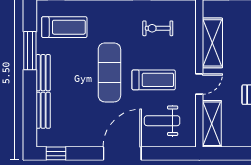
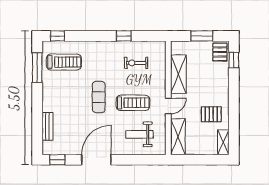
window: (30, 51) -> (37, 68), moved
exercise mat: (109, 72) -> (99, 97), width x0.73, depth x0.69
bench: (43, 73) -> (47, 97), removed
door: (122, 153) -> (96, 160), moved

